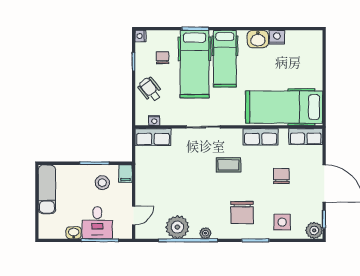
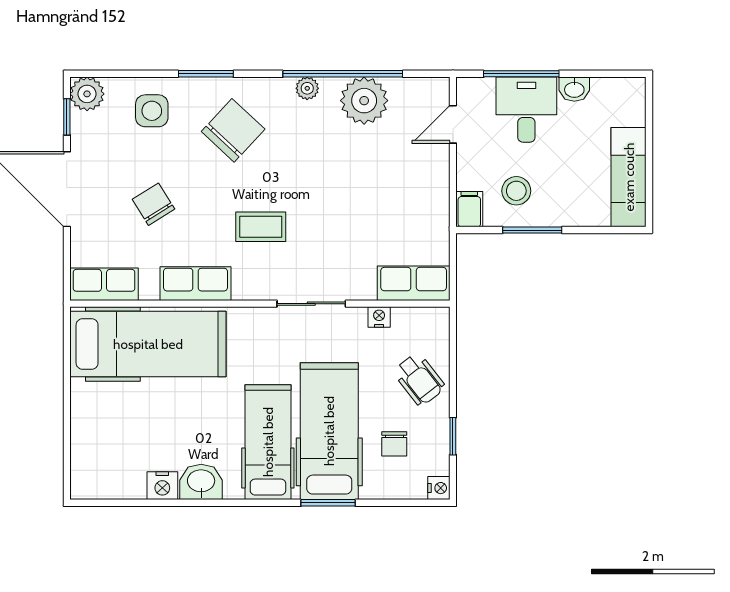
nightstand: (154, 120) -> (379, 317), moved
chair: (281, 176) -> (153, 204), turned 148
chair: (242, 212) -> (233, 130), turned 43

